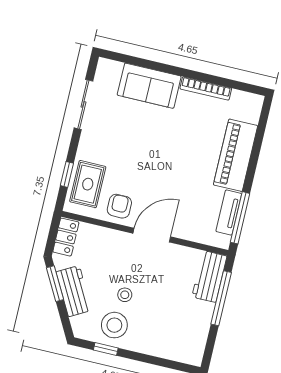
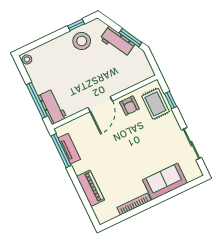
piano: (236, 155) -> (90, 188), width x0.73, depth x0.75
locker: (66, 237) -> (144, 67), removed
stool: (125, 295) -> (27, 59), moved

